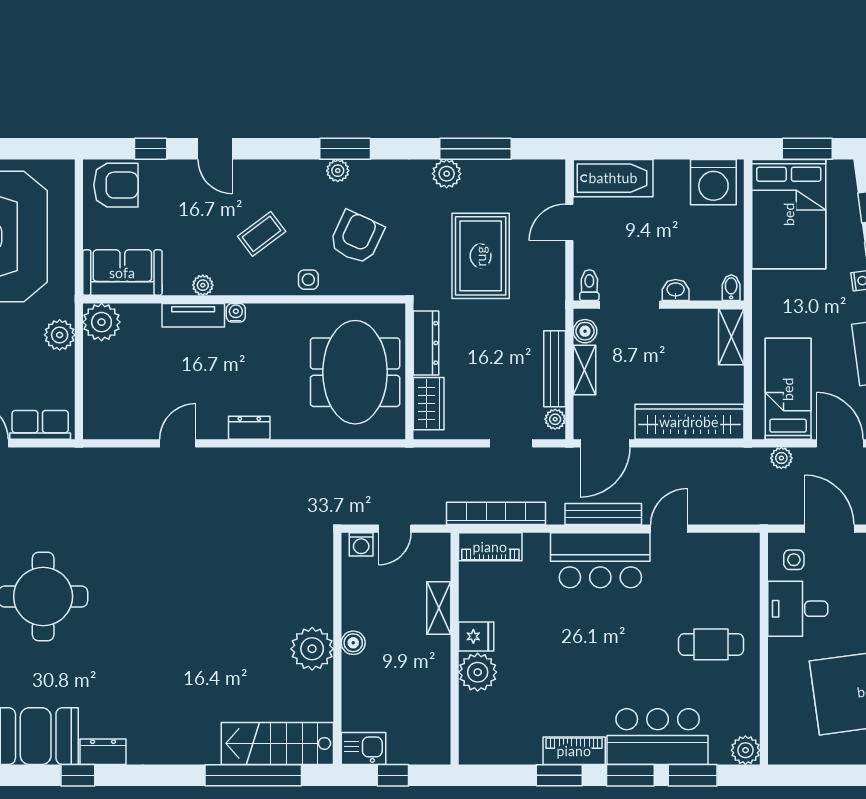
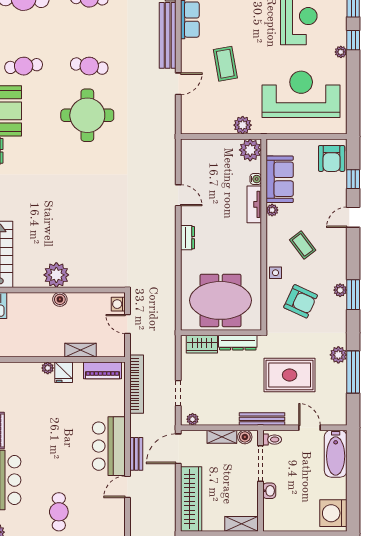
sofa: (122, 273) -> (280, 179), moved
bidet: (731, 288) -> (271, 524), removed
water cooler: (236, 313) -> (256, 179), moved
bench: (555, 369) -> (262, 419), moved
row of seats: (40, 425) -> (189, 113), removed
door: (605, 443) -> (178, 449), hinge flipped
bench: (603, 514) -> (136, 454), width x0.73
door: (669, 529) -> (128, 487), swing flipped
piano: (490, 547) -> (103, 370), moved, turned -90
plant: (478, 672) -> (48, 368), width x0.53, depth x0.53

